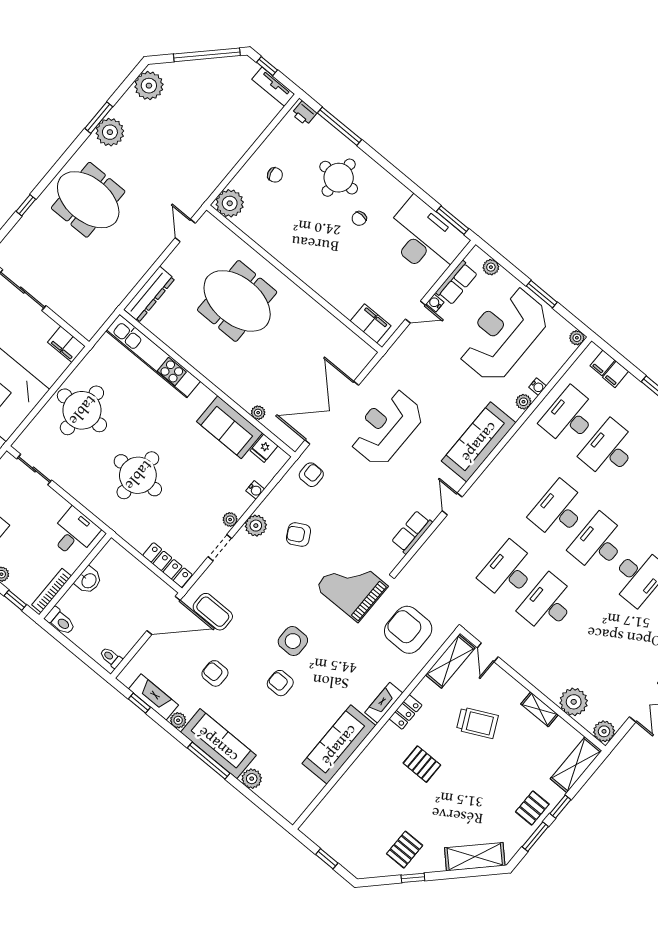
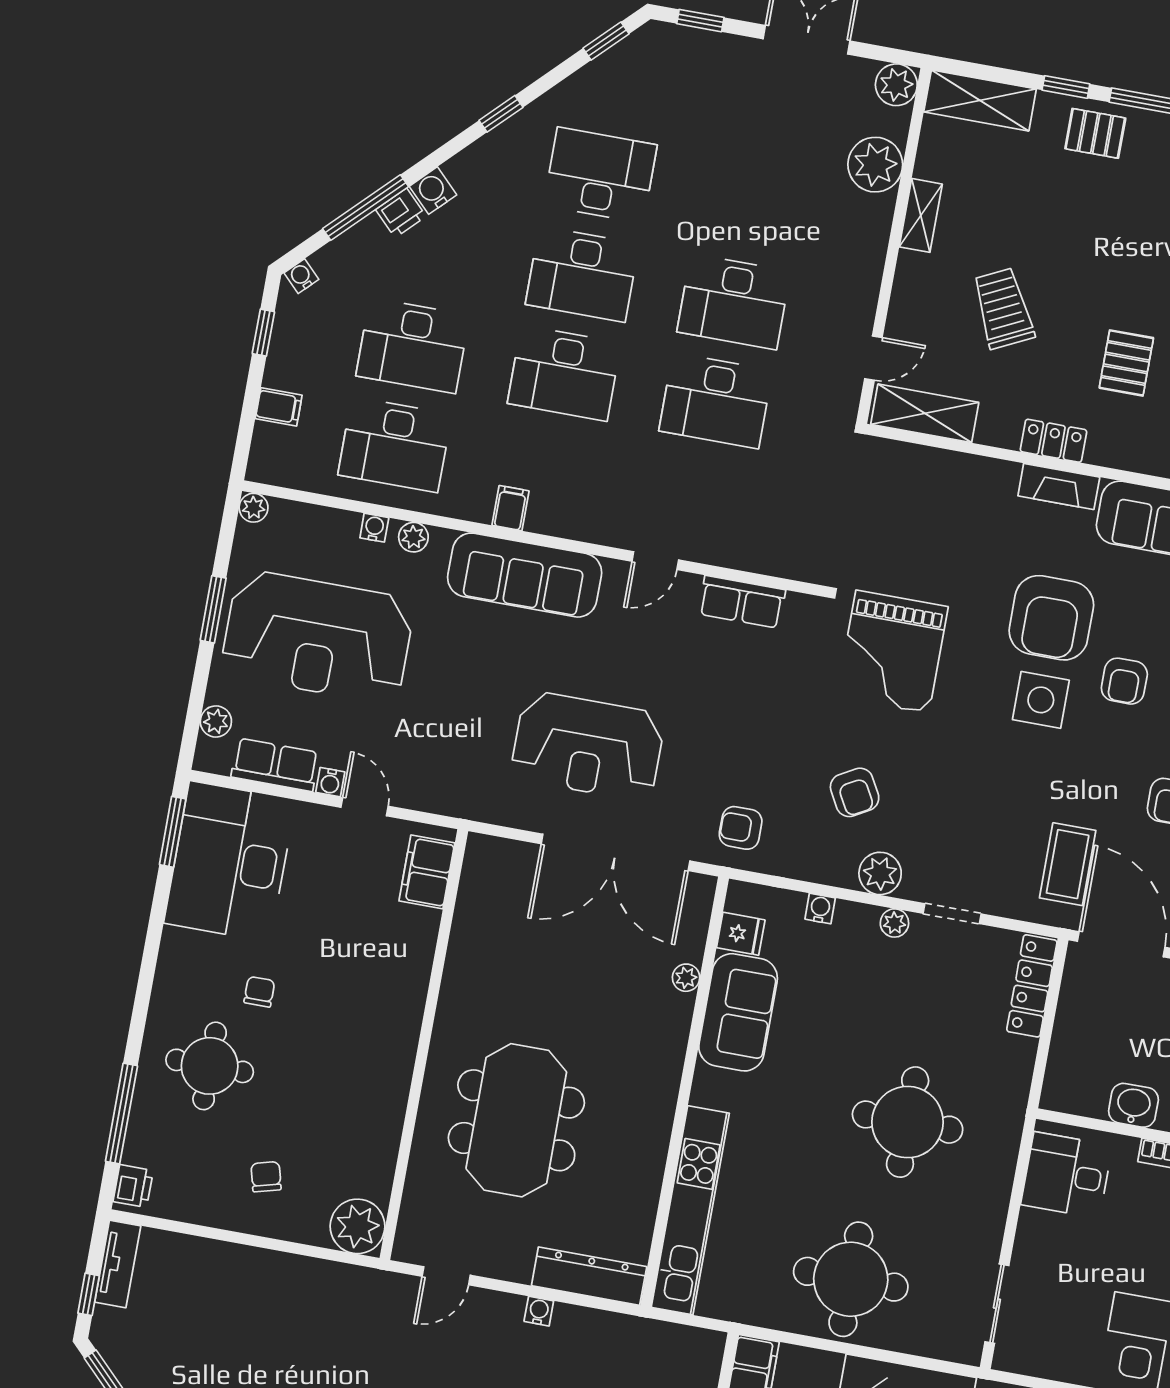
chair: (359, 219) -> (259, 992), turned -90
water cooler: (146, 263) -> (539, 1311), added
filing cabinet: (602, 363) -> (510, 508), moved, turned -90
armchair: (408, 630) -> (1051, 618), moved

